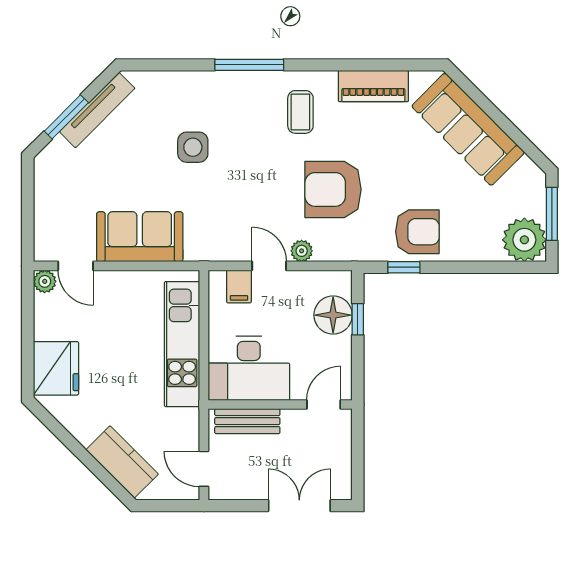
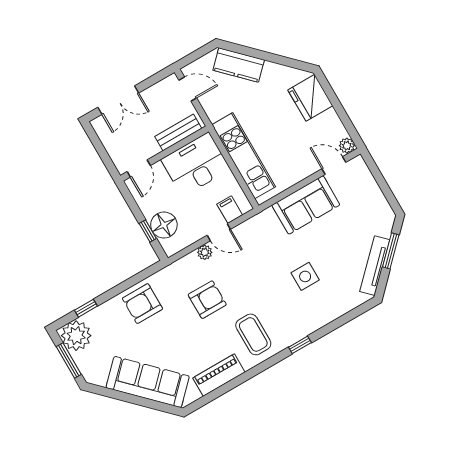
window: (249, 65) -> (300, 345), width x0.46
coffee table: (300, 112) -> (253, 334), width x1.36, depth x1.30
armchair: (333, 189) -> (207, 300), width x0.73, depth x0.73
window: (404, 267) -> (86, 308), moved

